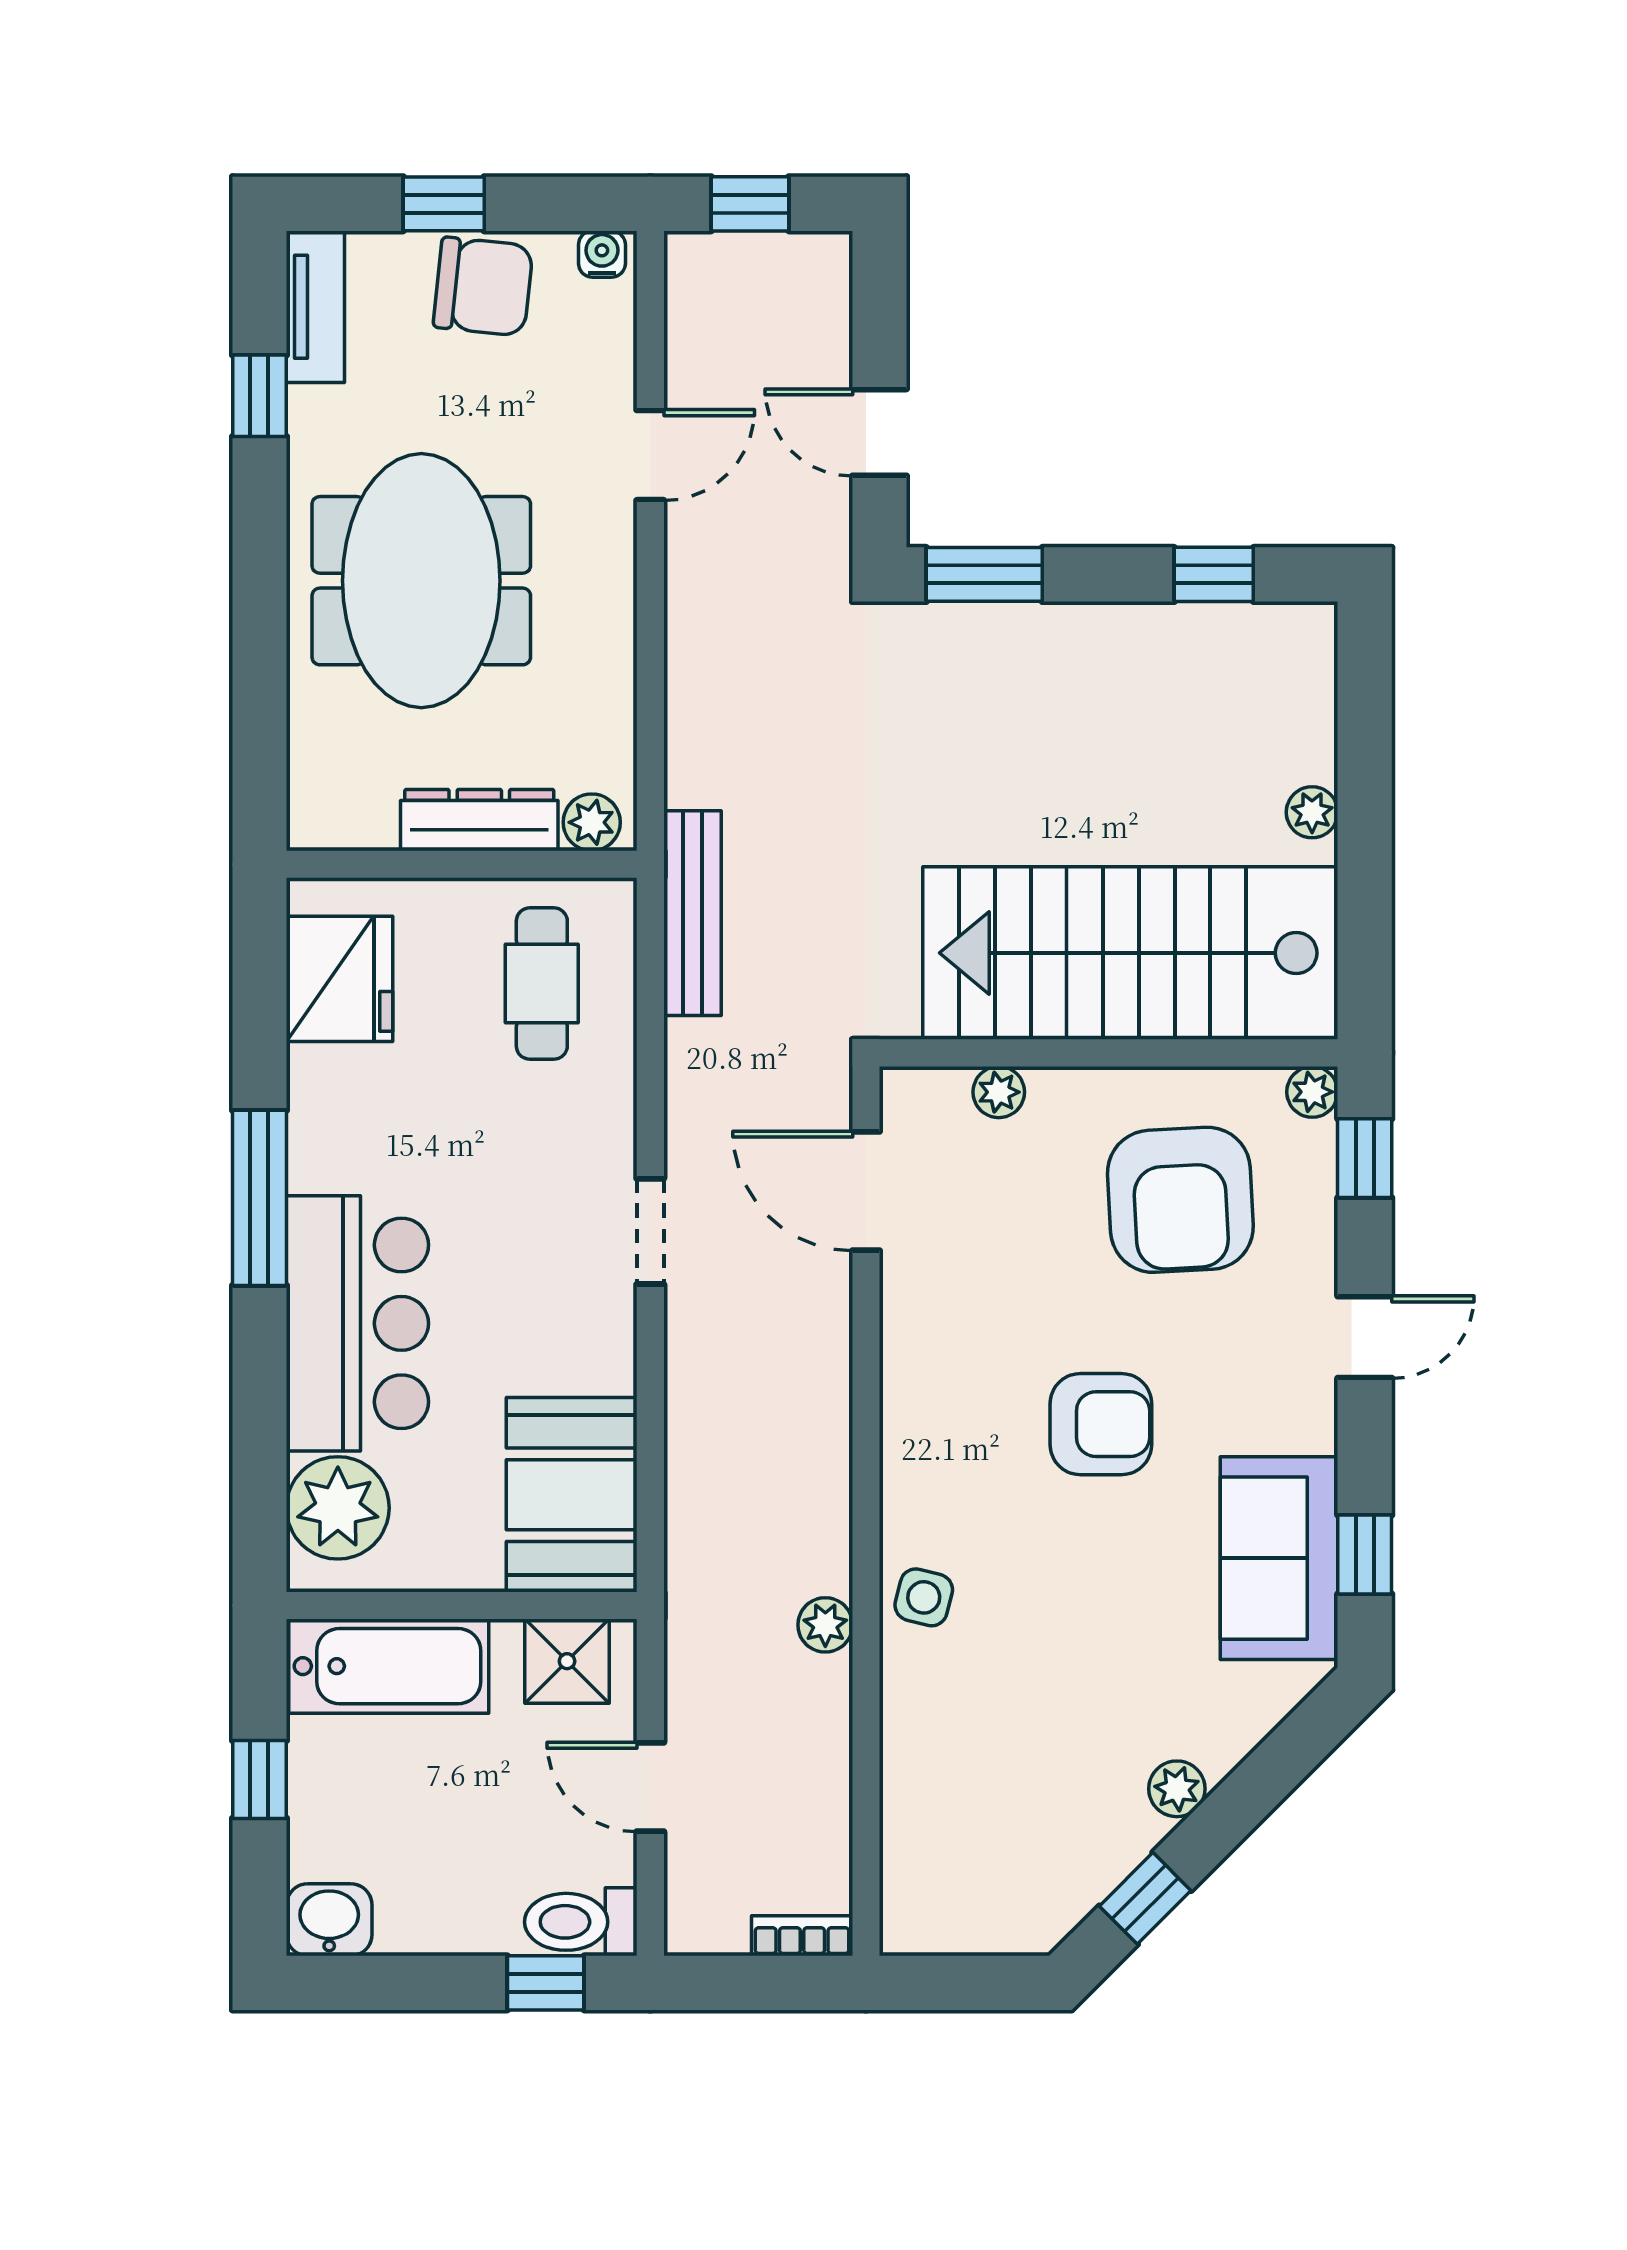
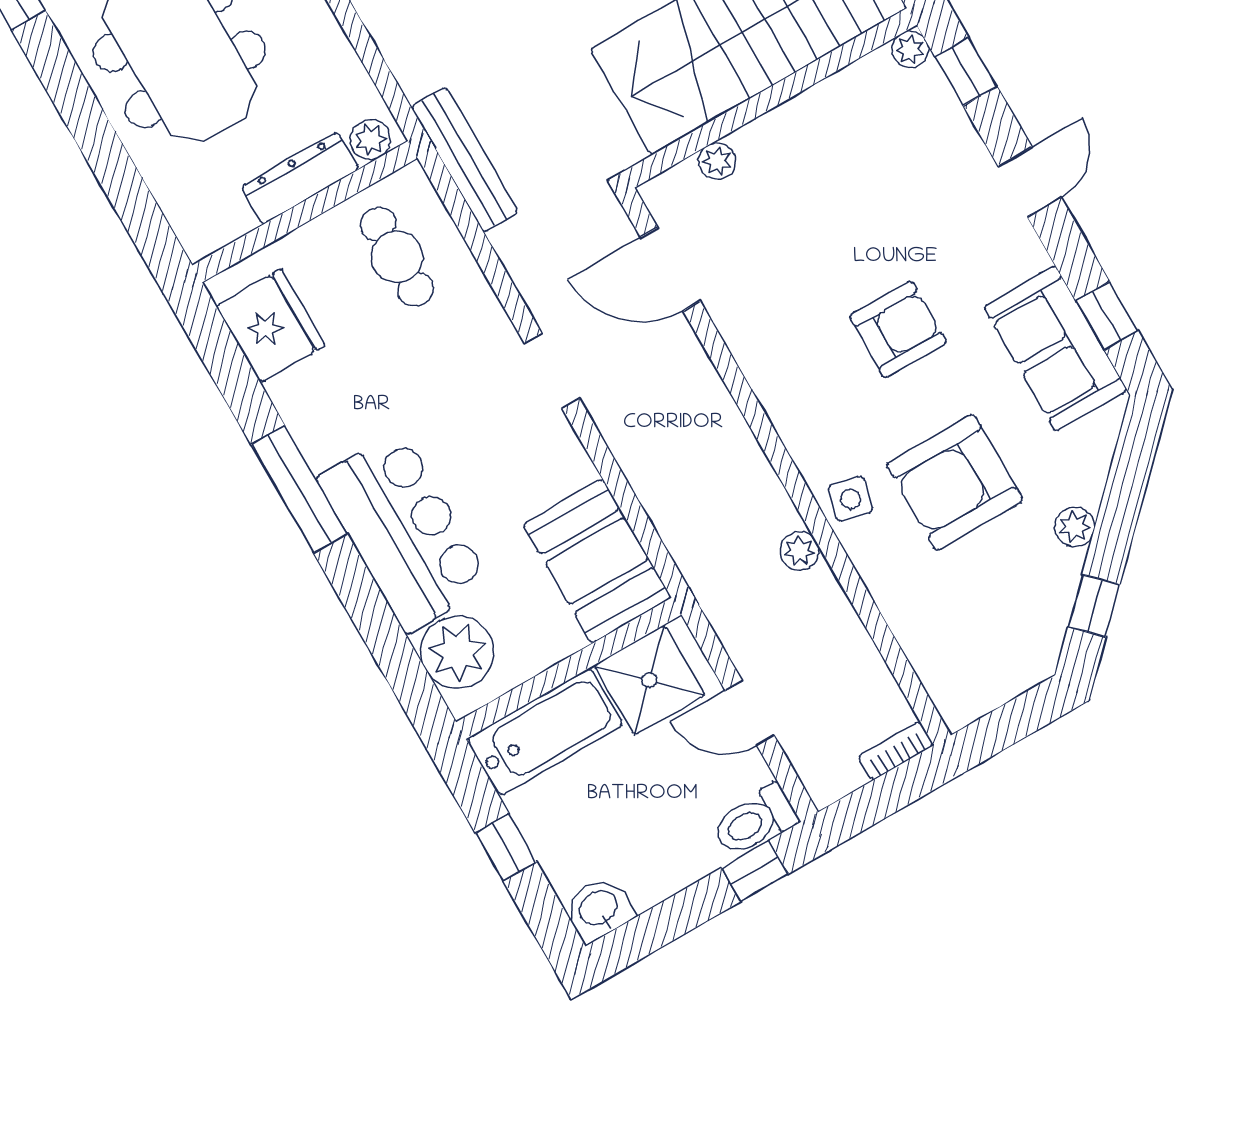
armchair: (1180, 1200) -> (955, 482), moved, turned 93
shower: (567, 1661) -> (649, 680), width x1.36, depth x1.36

